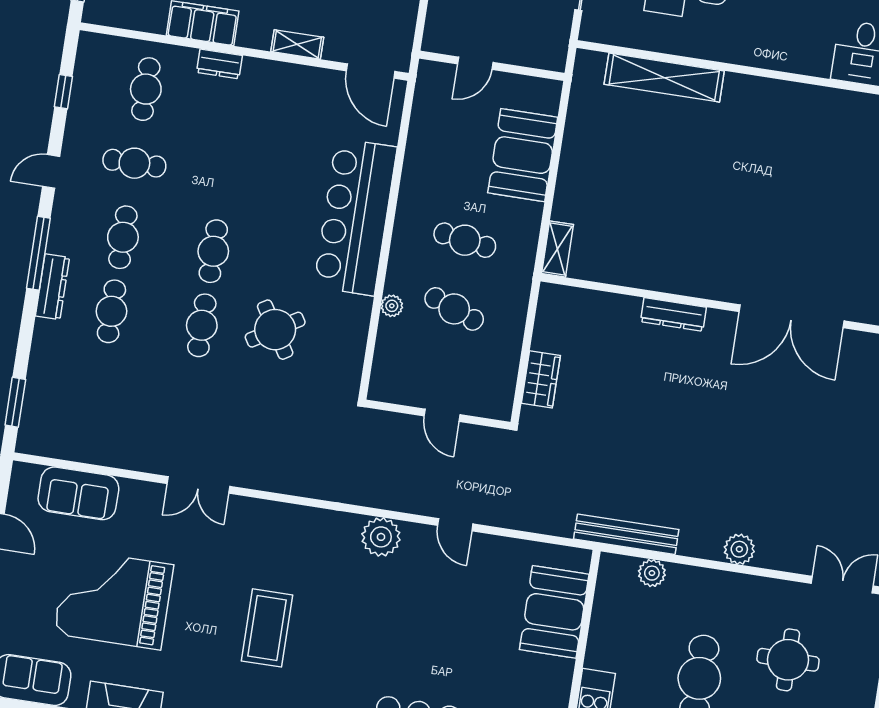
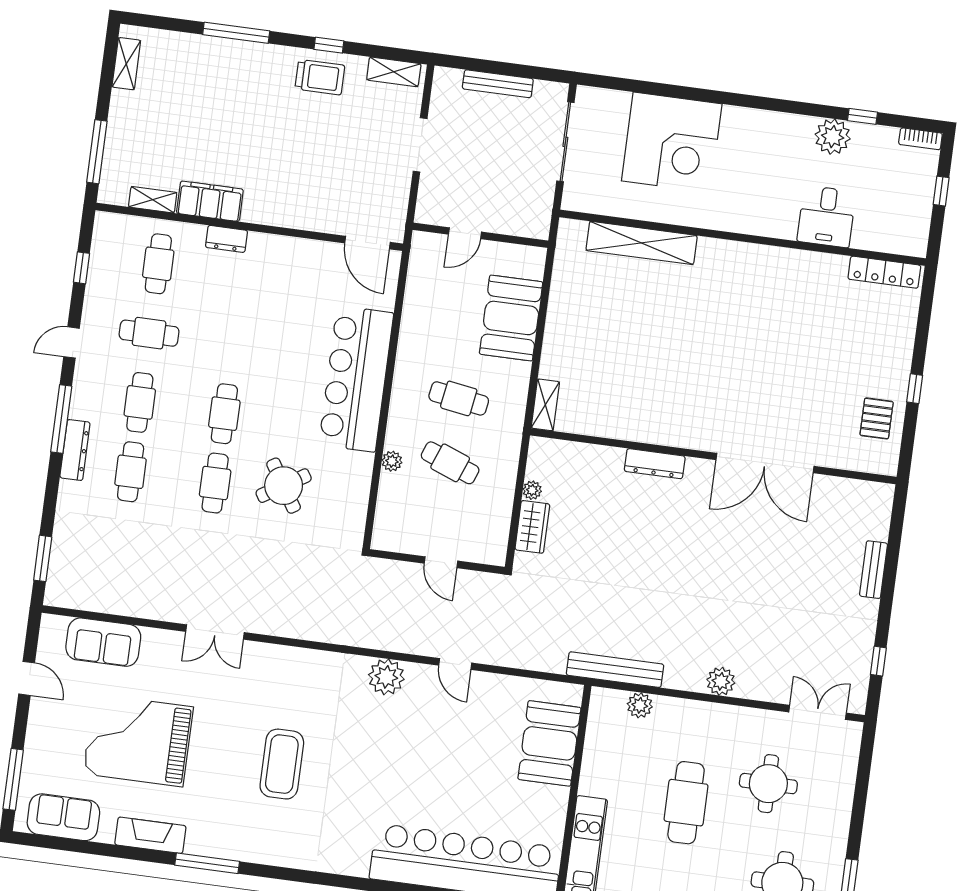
shelving: (297, 44) -> (153, 200), moved
plant: (541, 340) -> (532, 490), added

